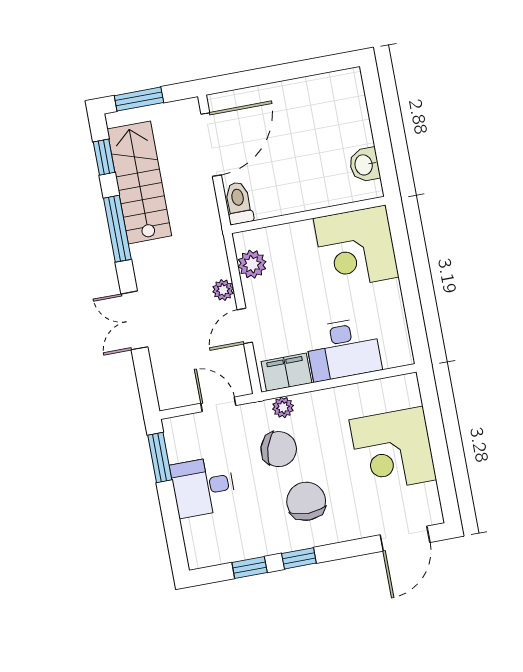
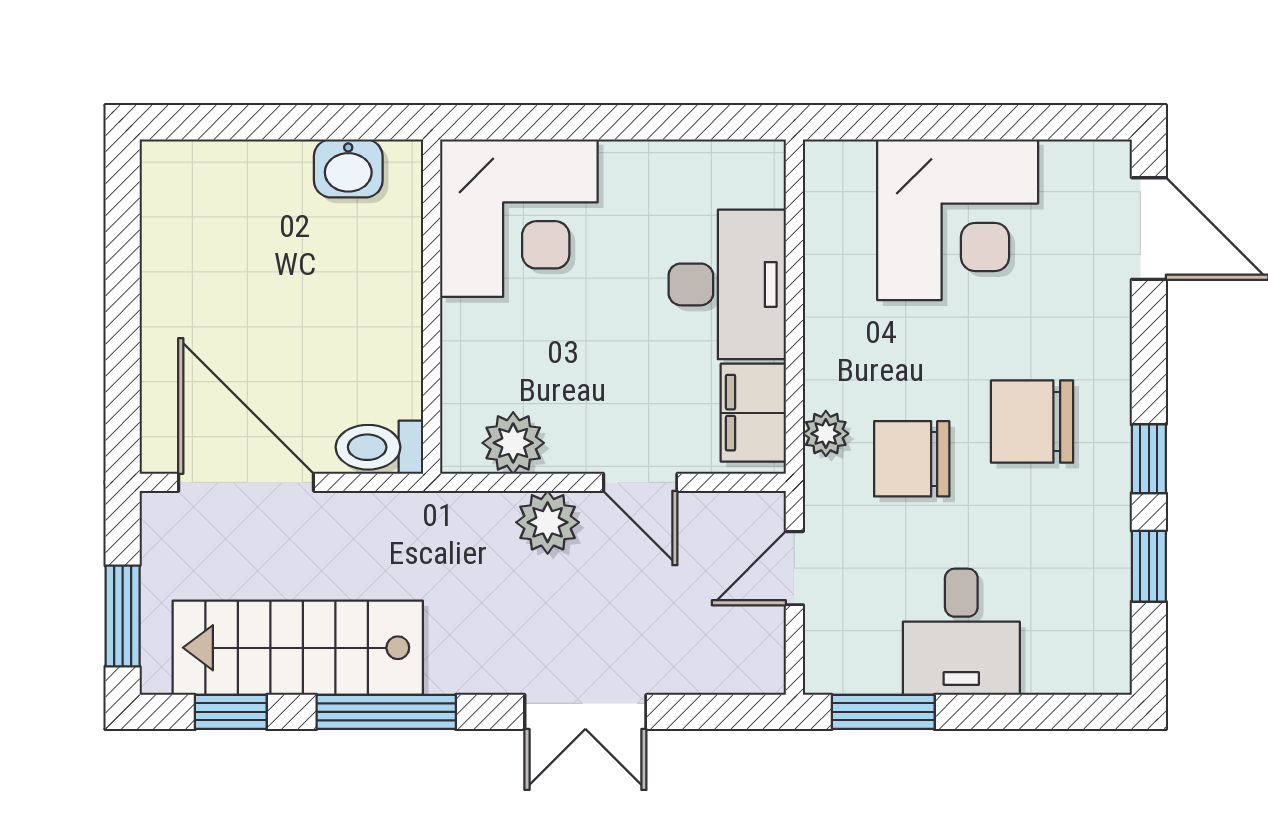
plant: (223, 290) -> (548, 522), width x1.38, depth x1.38
chair: (279, 449) -> (912, 459), turned -107

